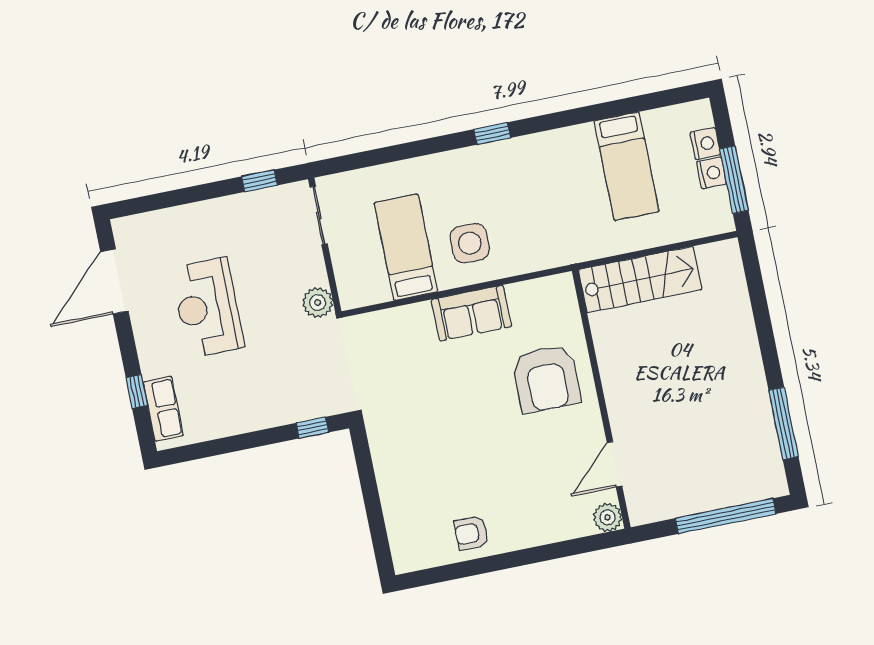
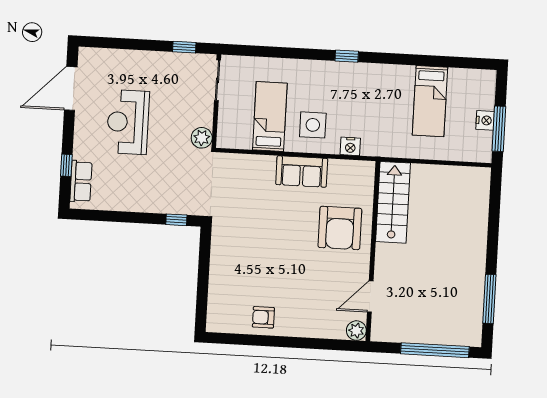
nightstand: (705, 143) -> (350, 146), moved, turned 90
stairs: (640, 280) -> (393, 202), moved, turned -90

